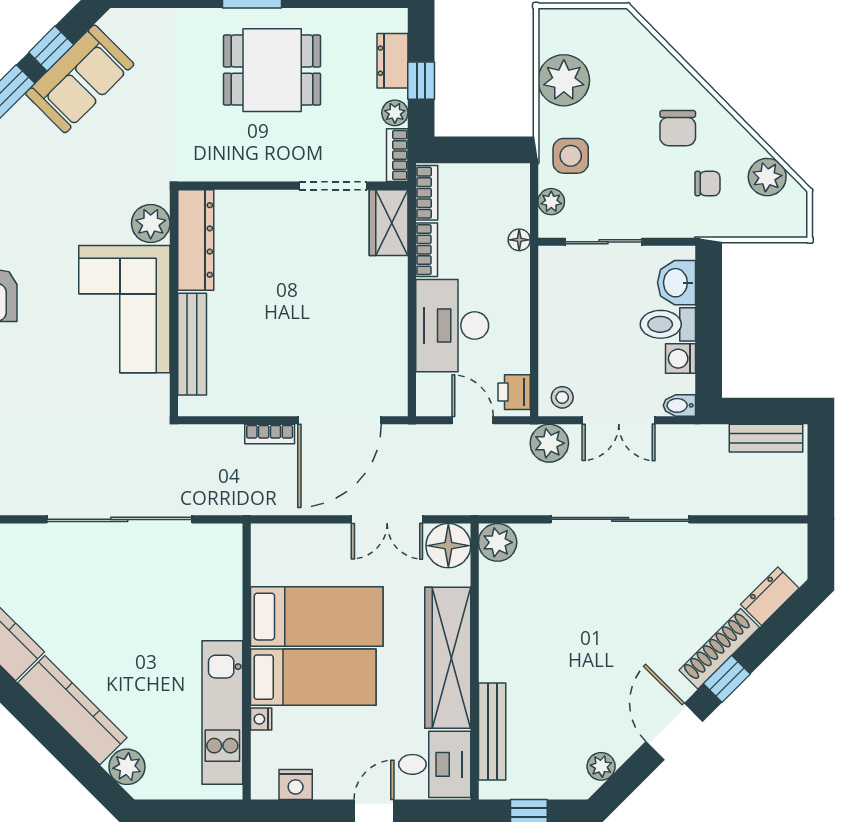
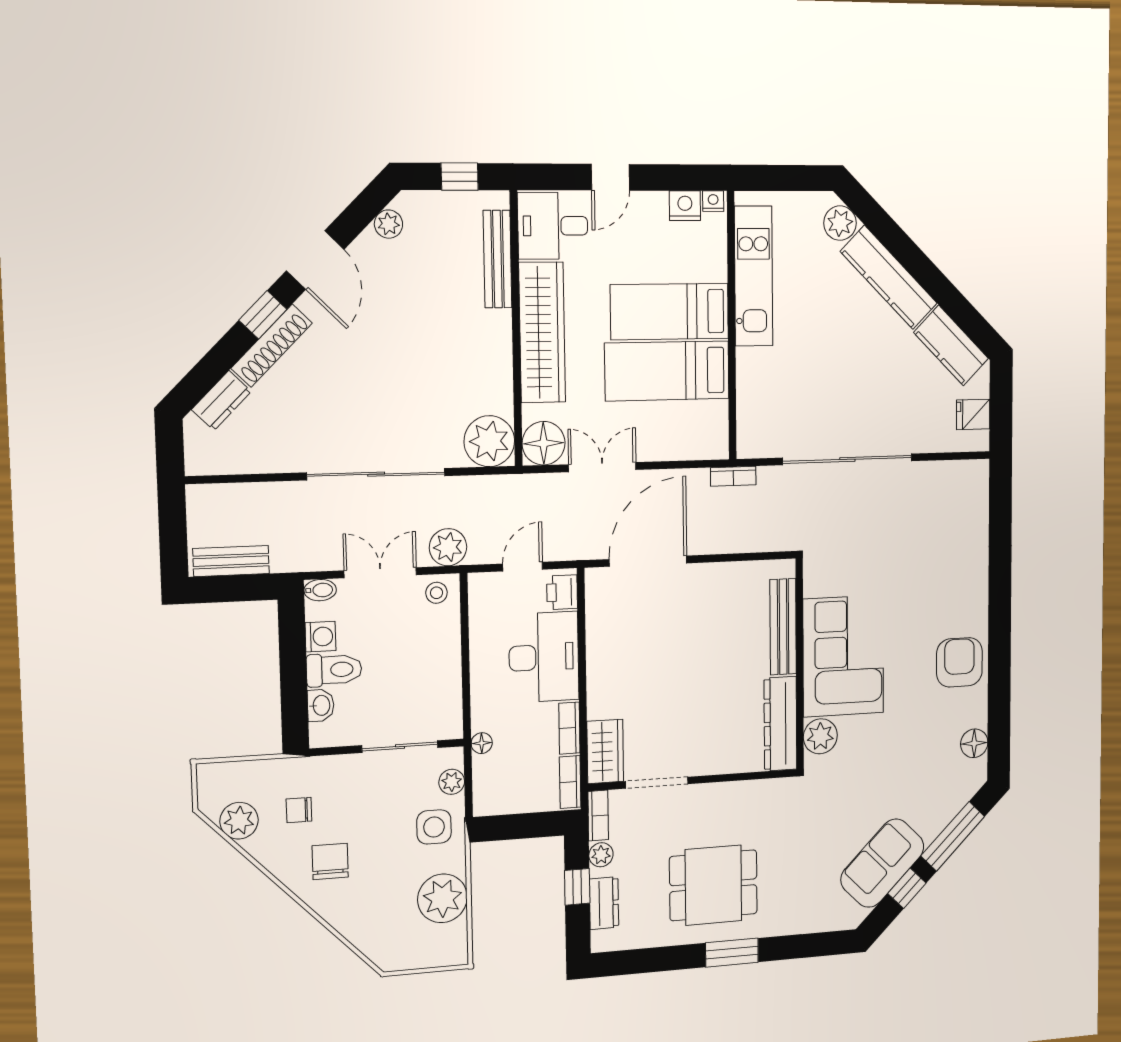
washbasin: (677, 283) -> (321, 705), width x0.72, depth x0.69
printer: (514, 392) -> (562, 592), moved, turned 180
door: (473, 420) -> (523, 567), swing flipped
bookcase: (270, 434) -> (733, 476), moved, turned 180
plant: (498, 542) -> (489, 441), width x1.36, depth x1.36
nightstand: (261, 719) -> (713, 201), moved, turned -90

